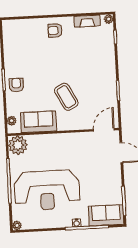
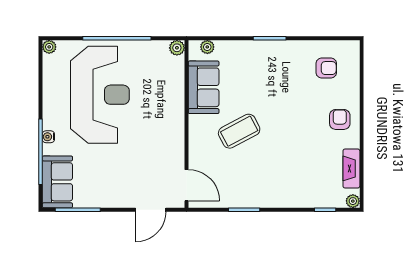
armchair: (16, 85) -> (326, 68), moved
plant: (18, 145) -> (177, 48), width x0.53, depth x0.53
reception desk: (47, 190) -> (100, 95), turned 180

